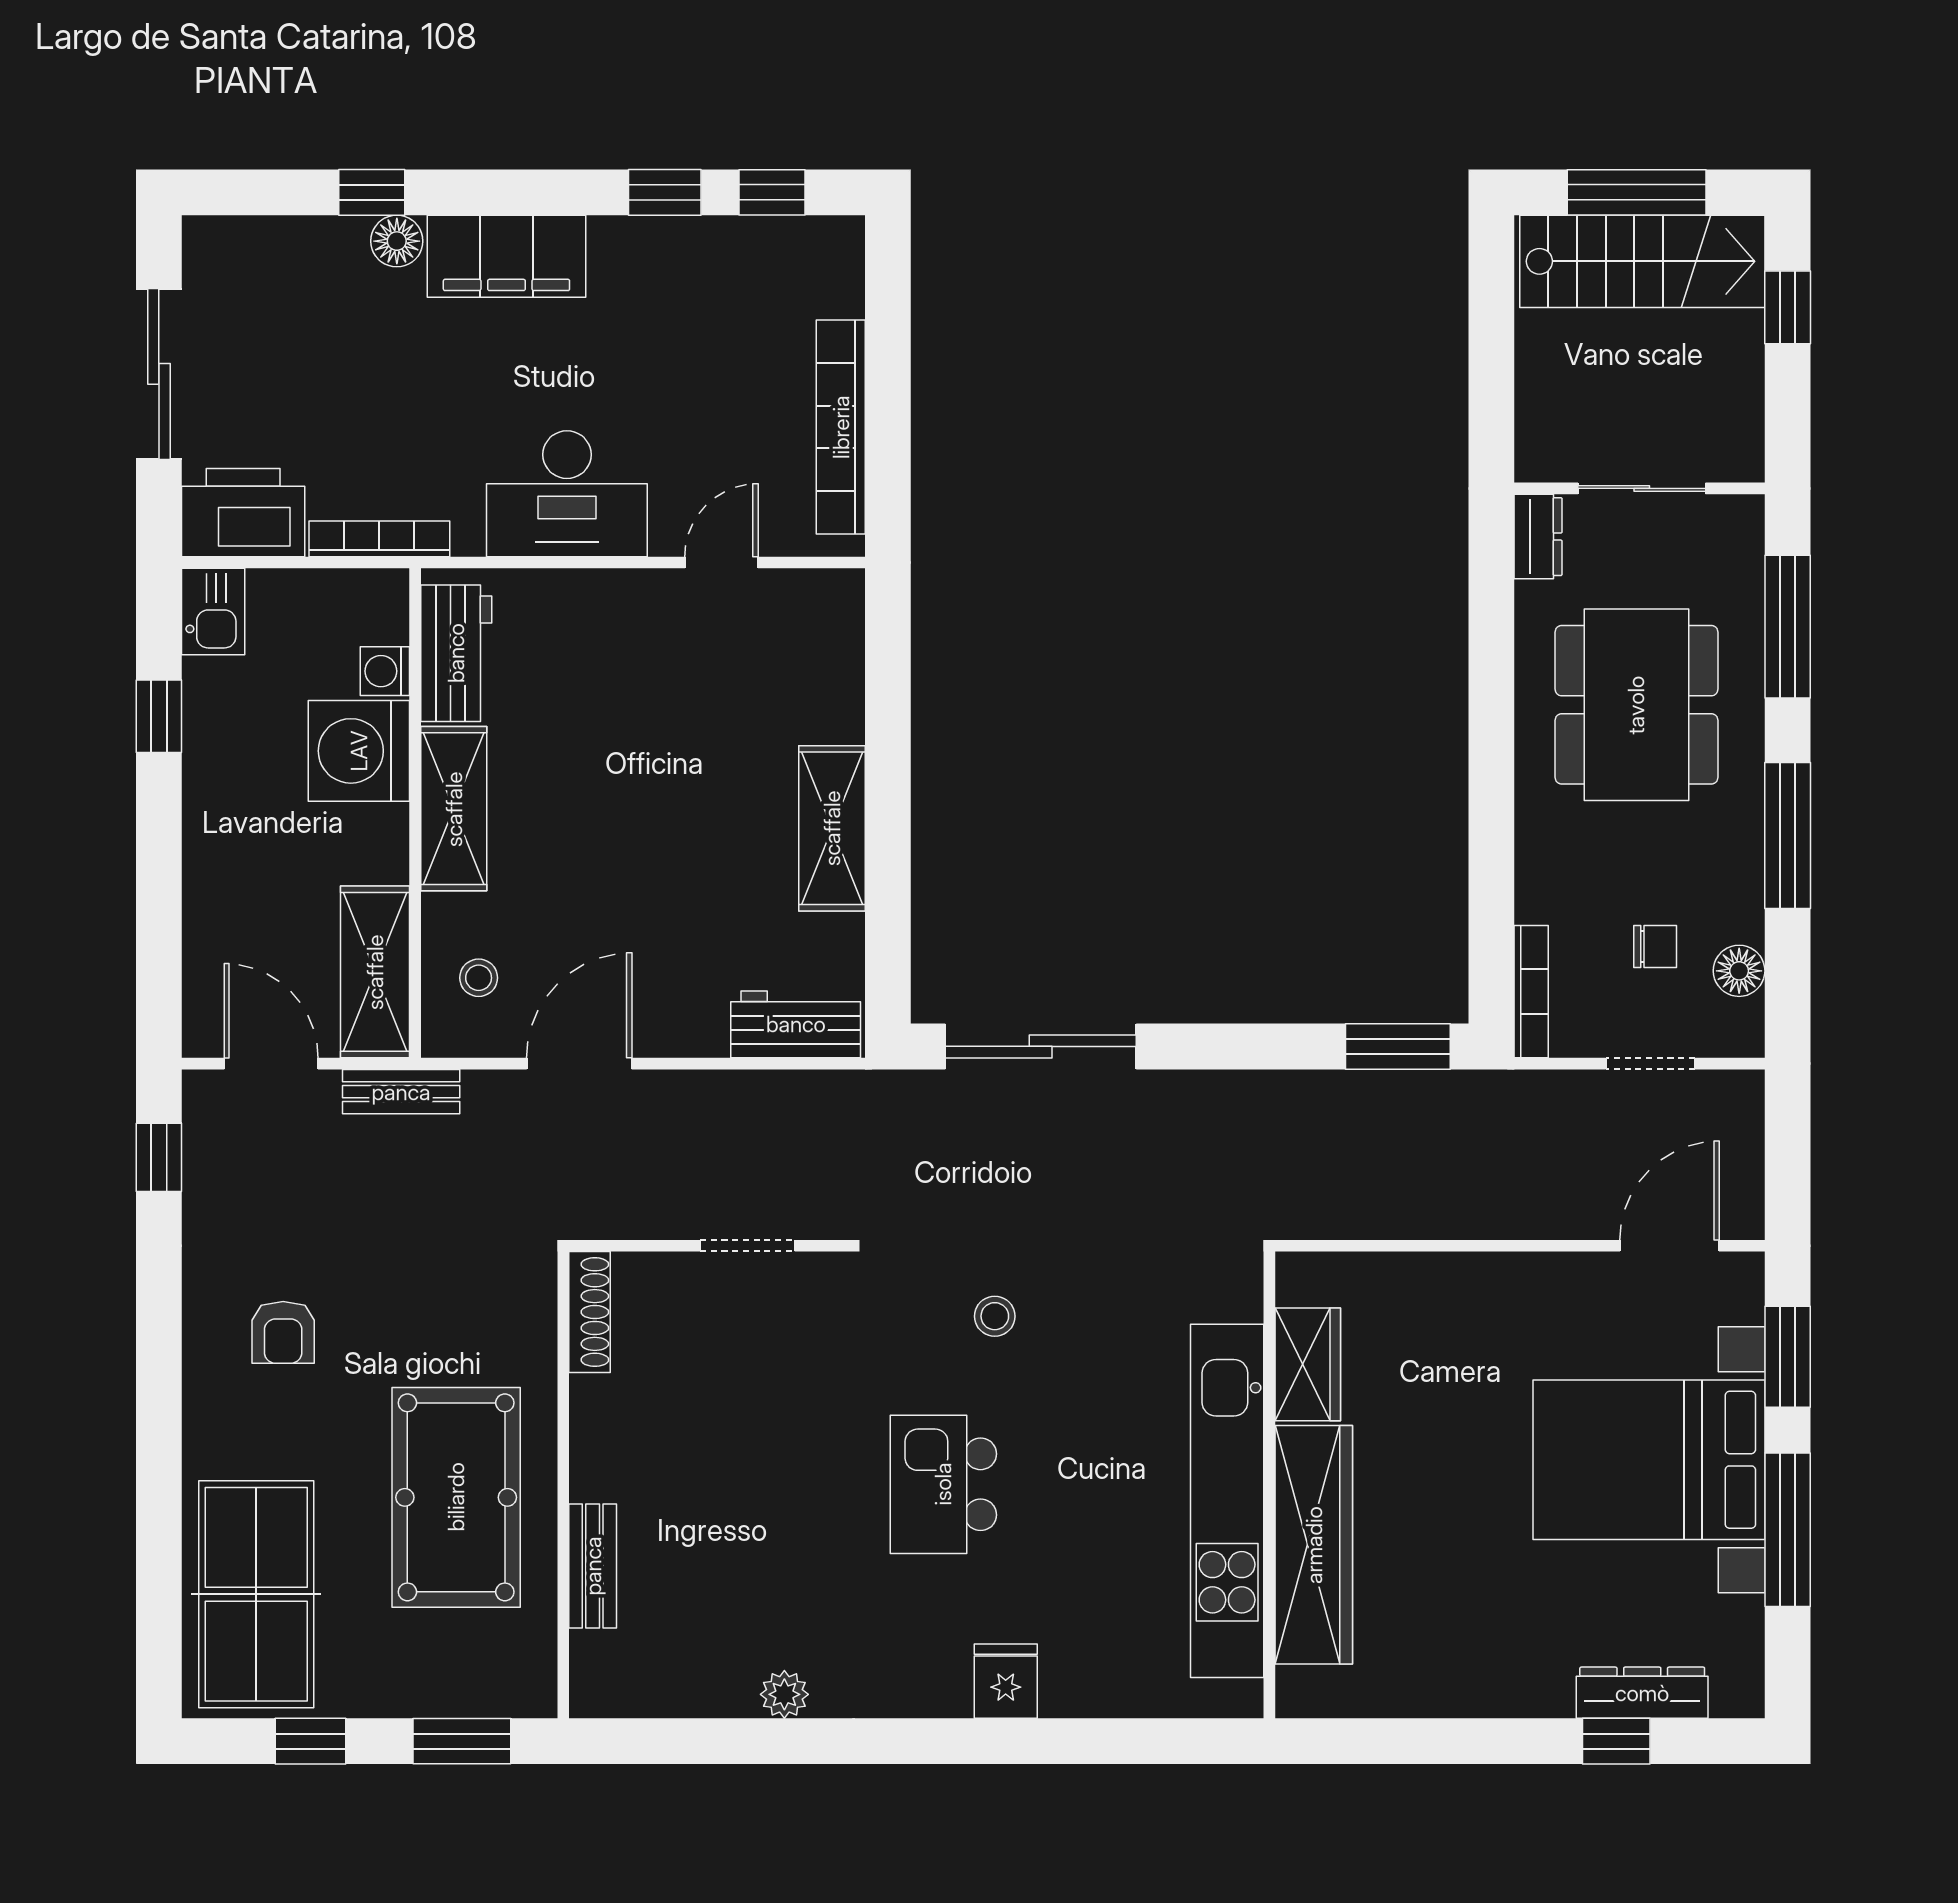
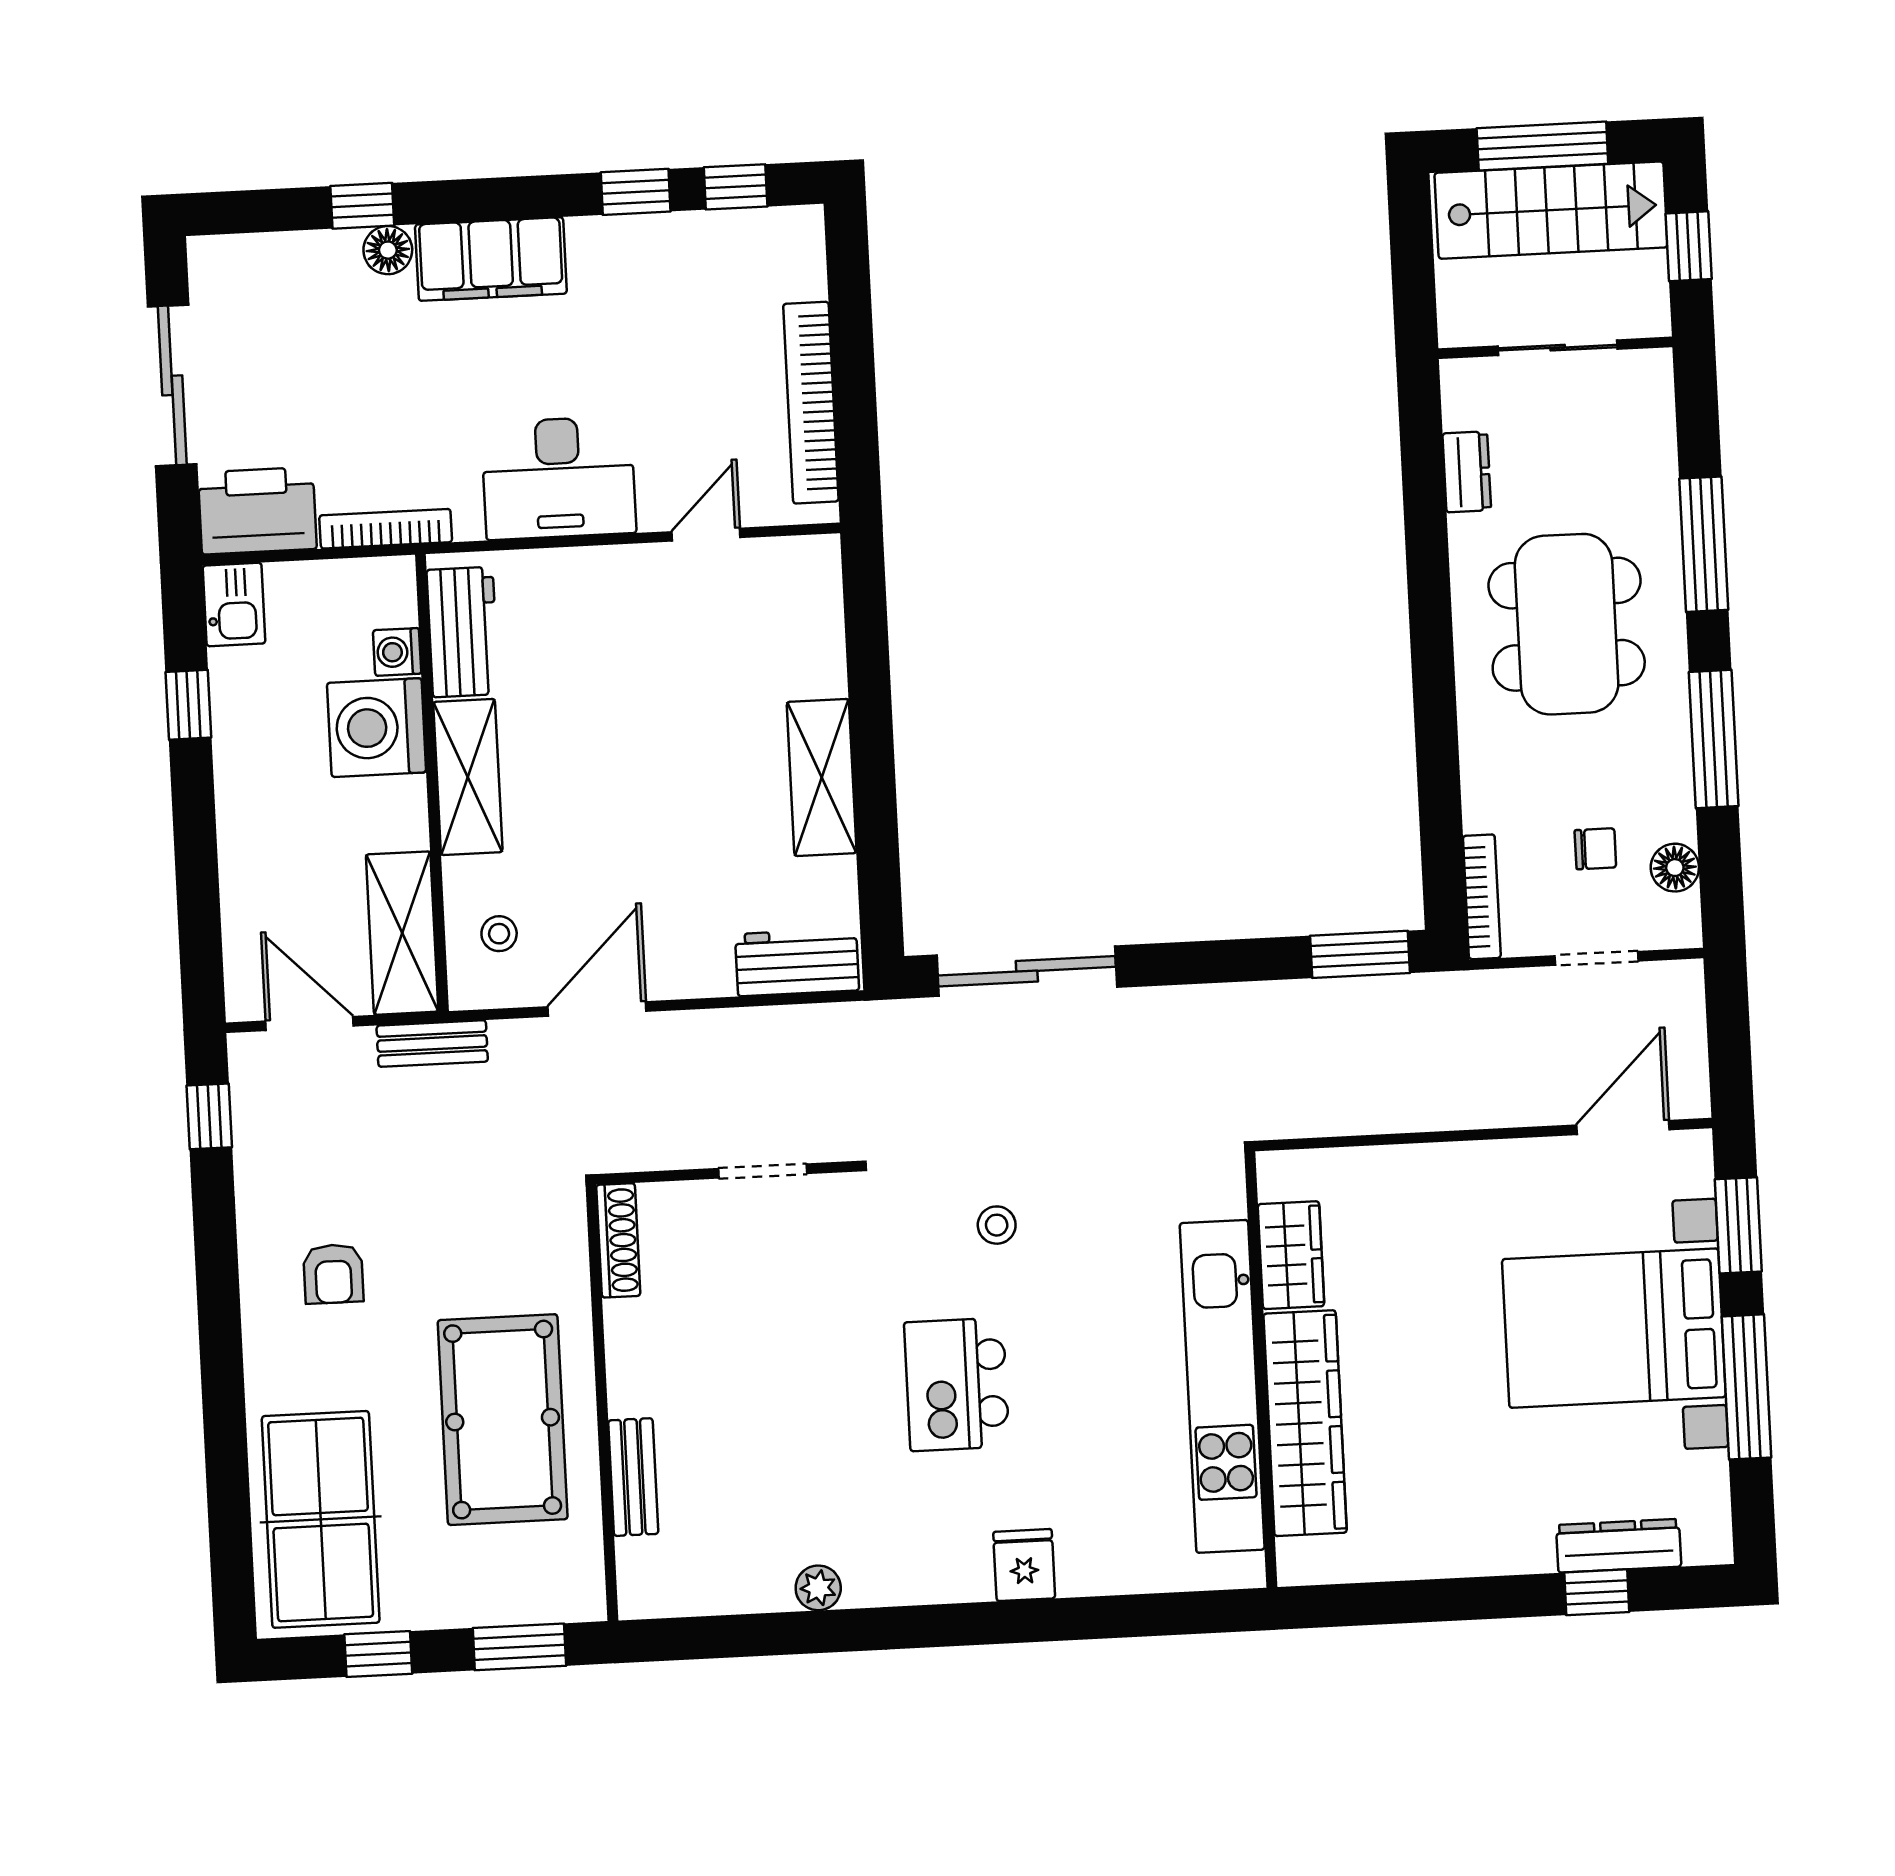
wall: (1639, 488) -> (1555, 348), moved
sliding door: (1642, 488) -> (1558, 348), moved

